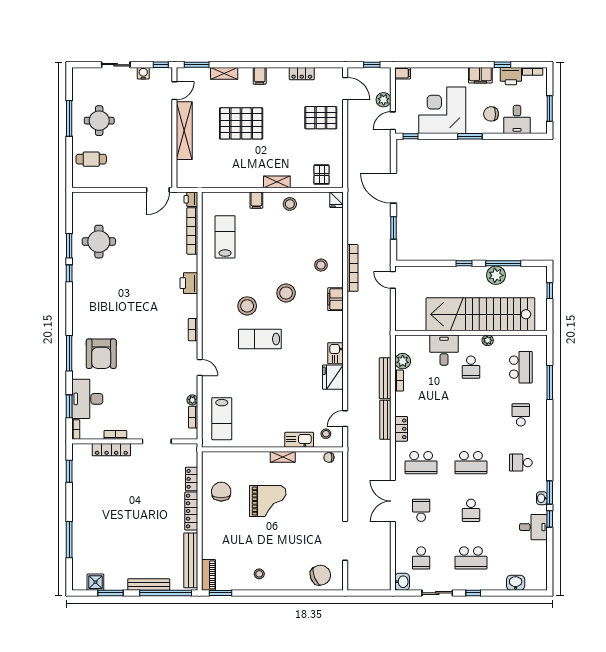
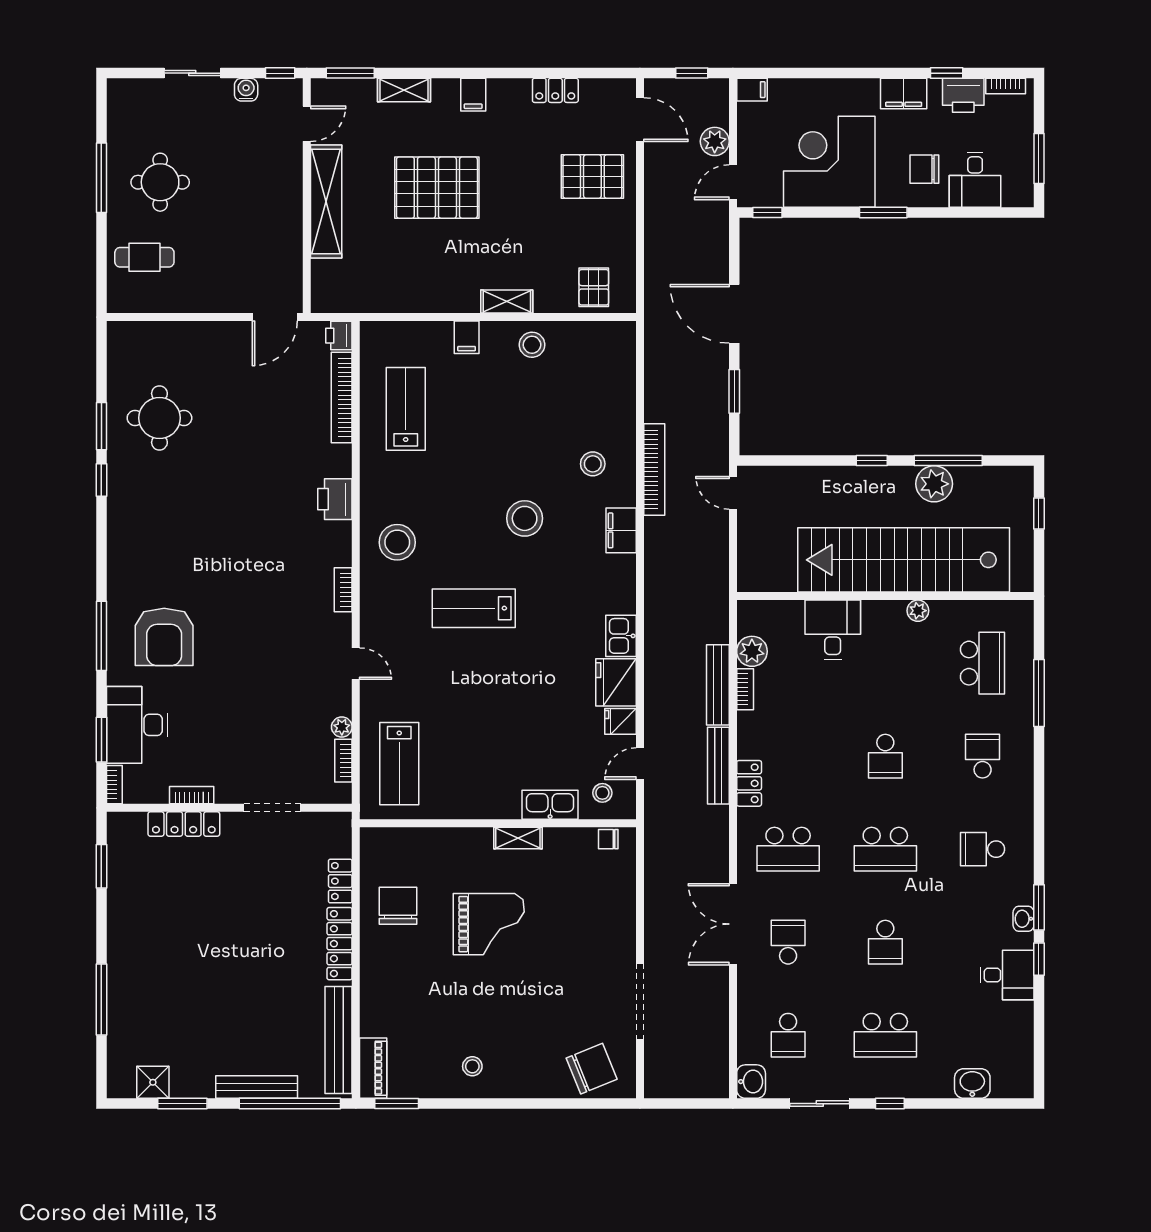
fridge: (336, 200) -> (621, 721), moved, turned 90
stool: (247, 306) -> (397, 542), moved
school desk: (471, 367) -> (885, 756), moved

